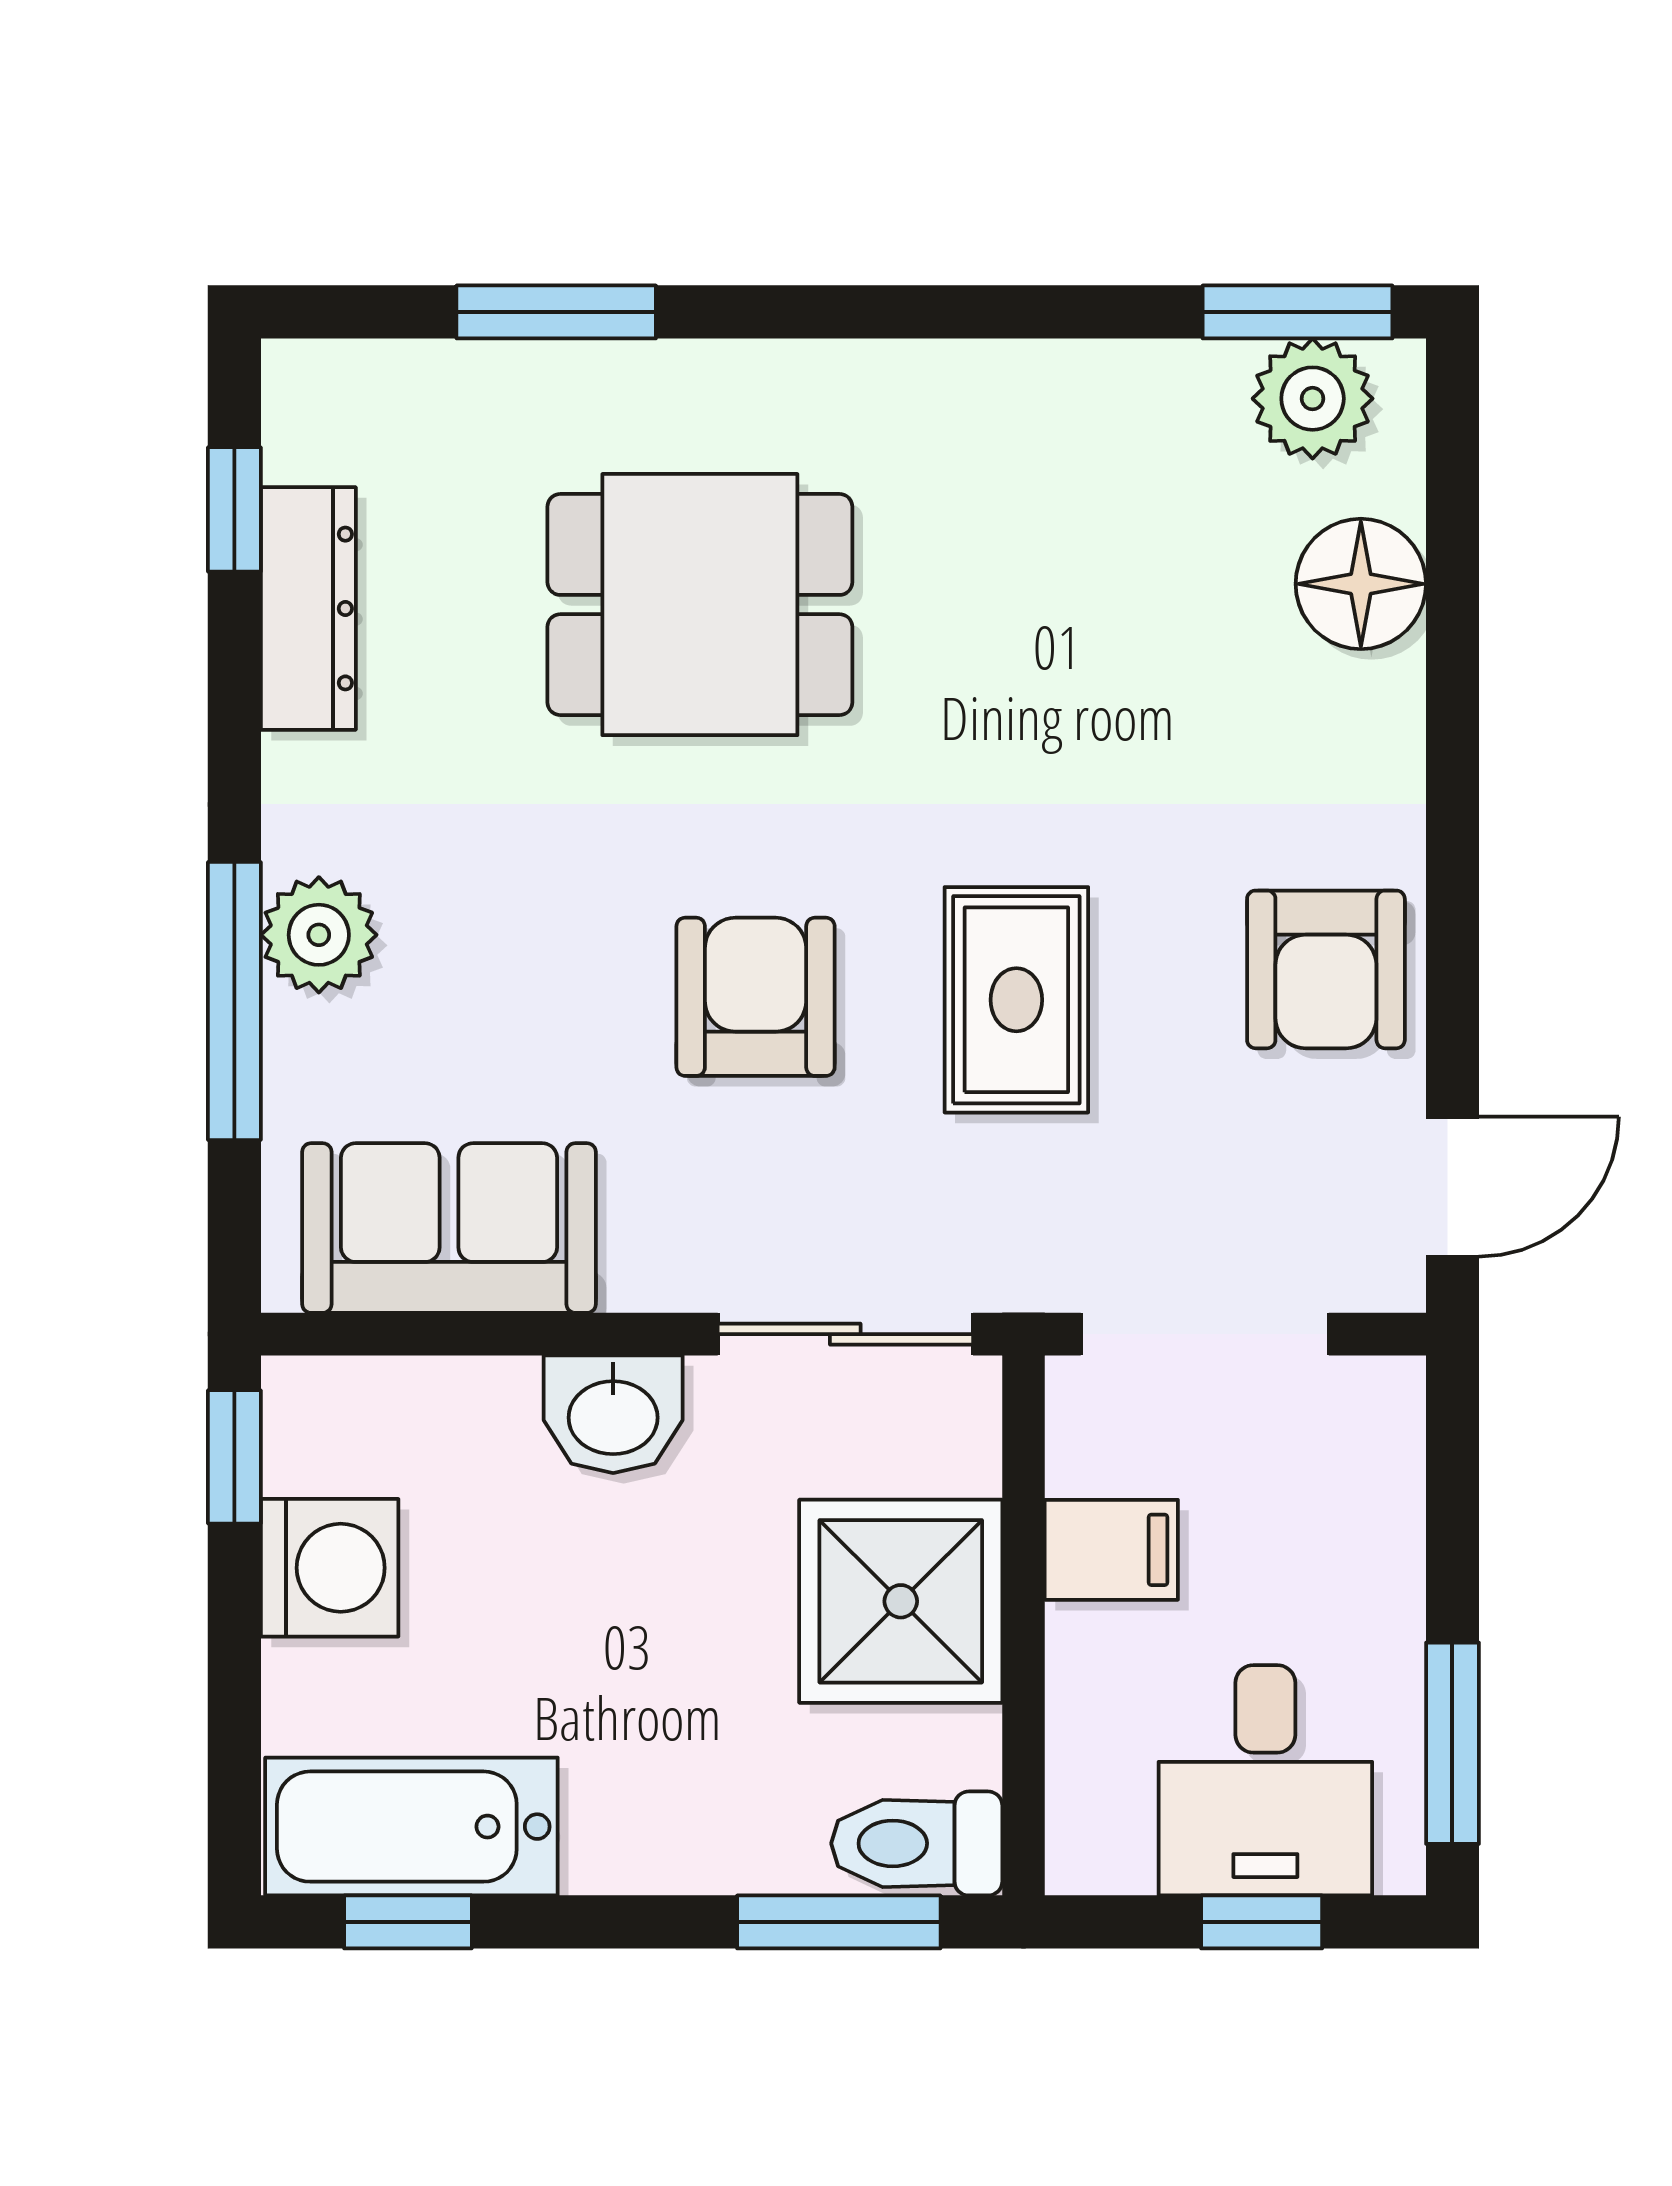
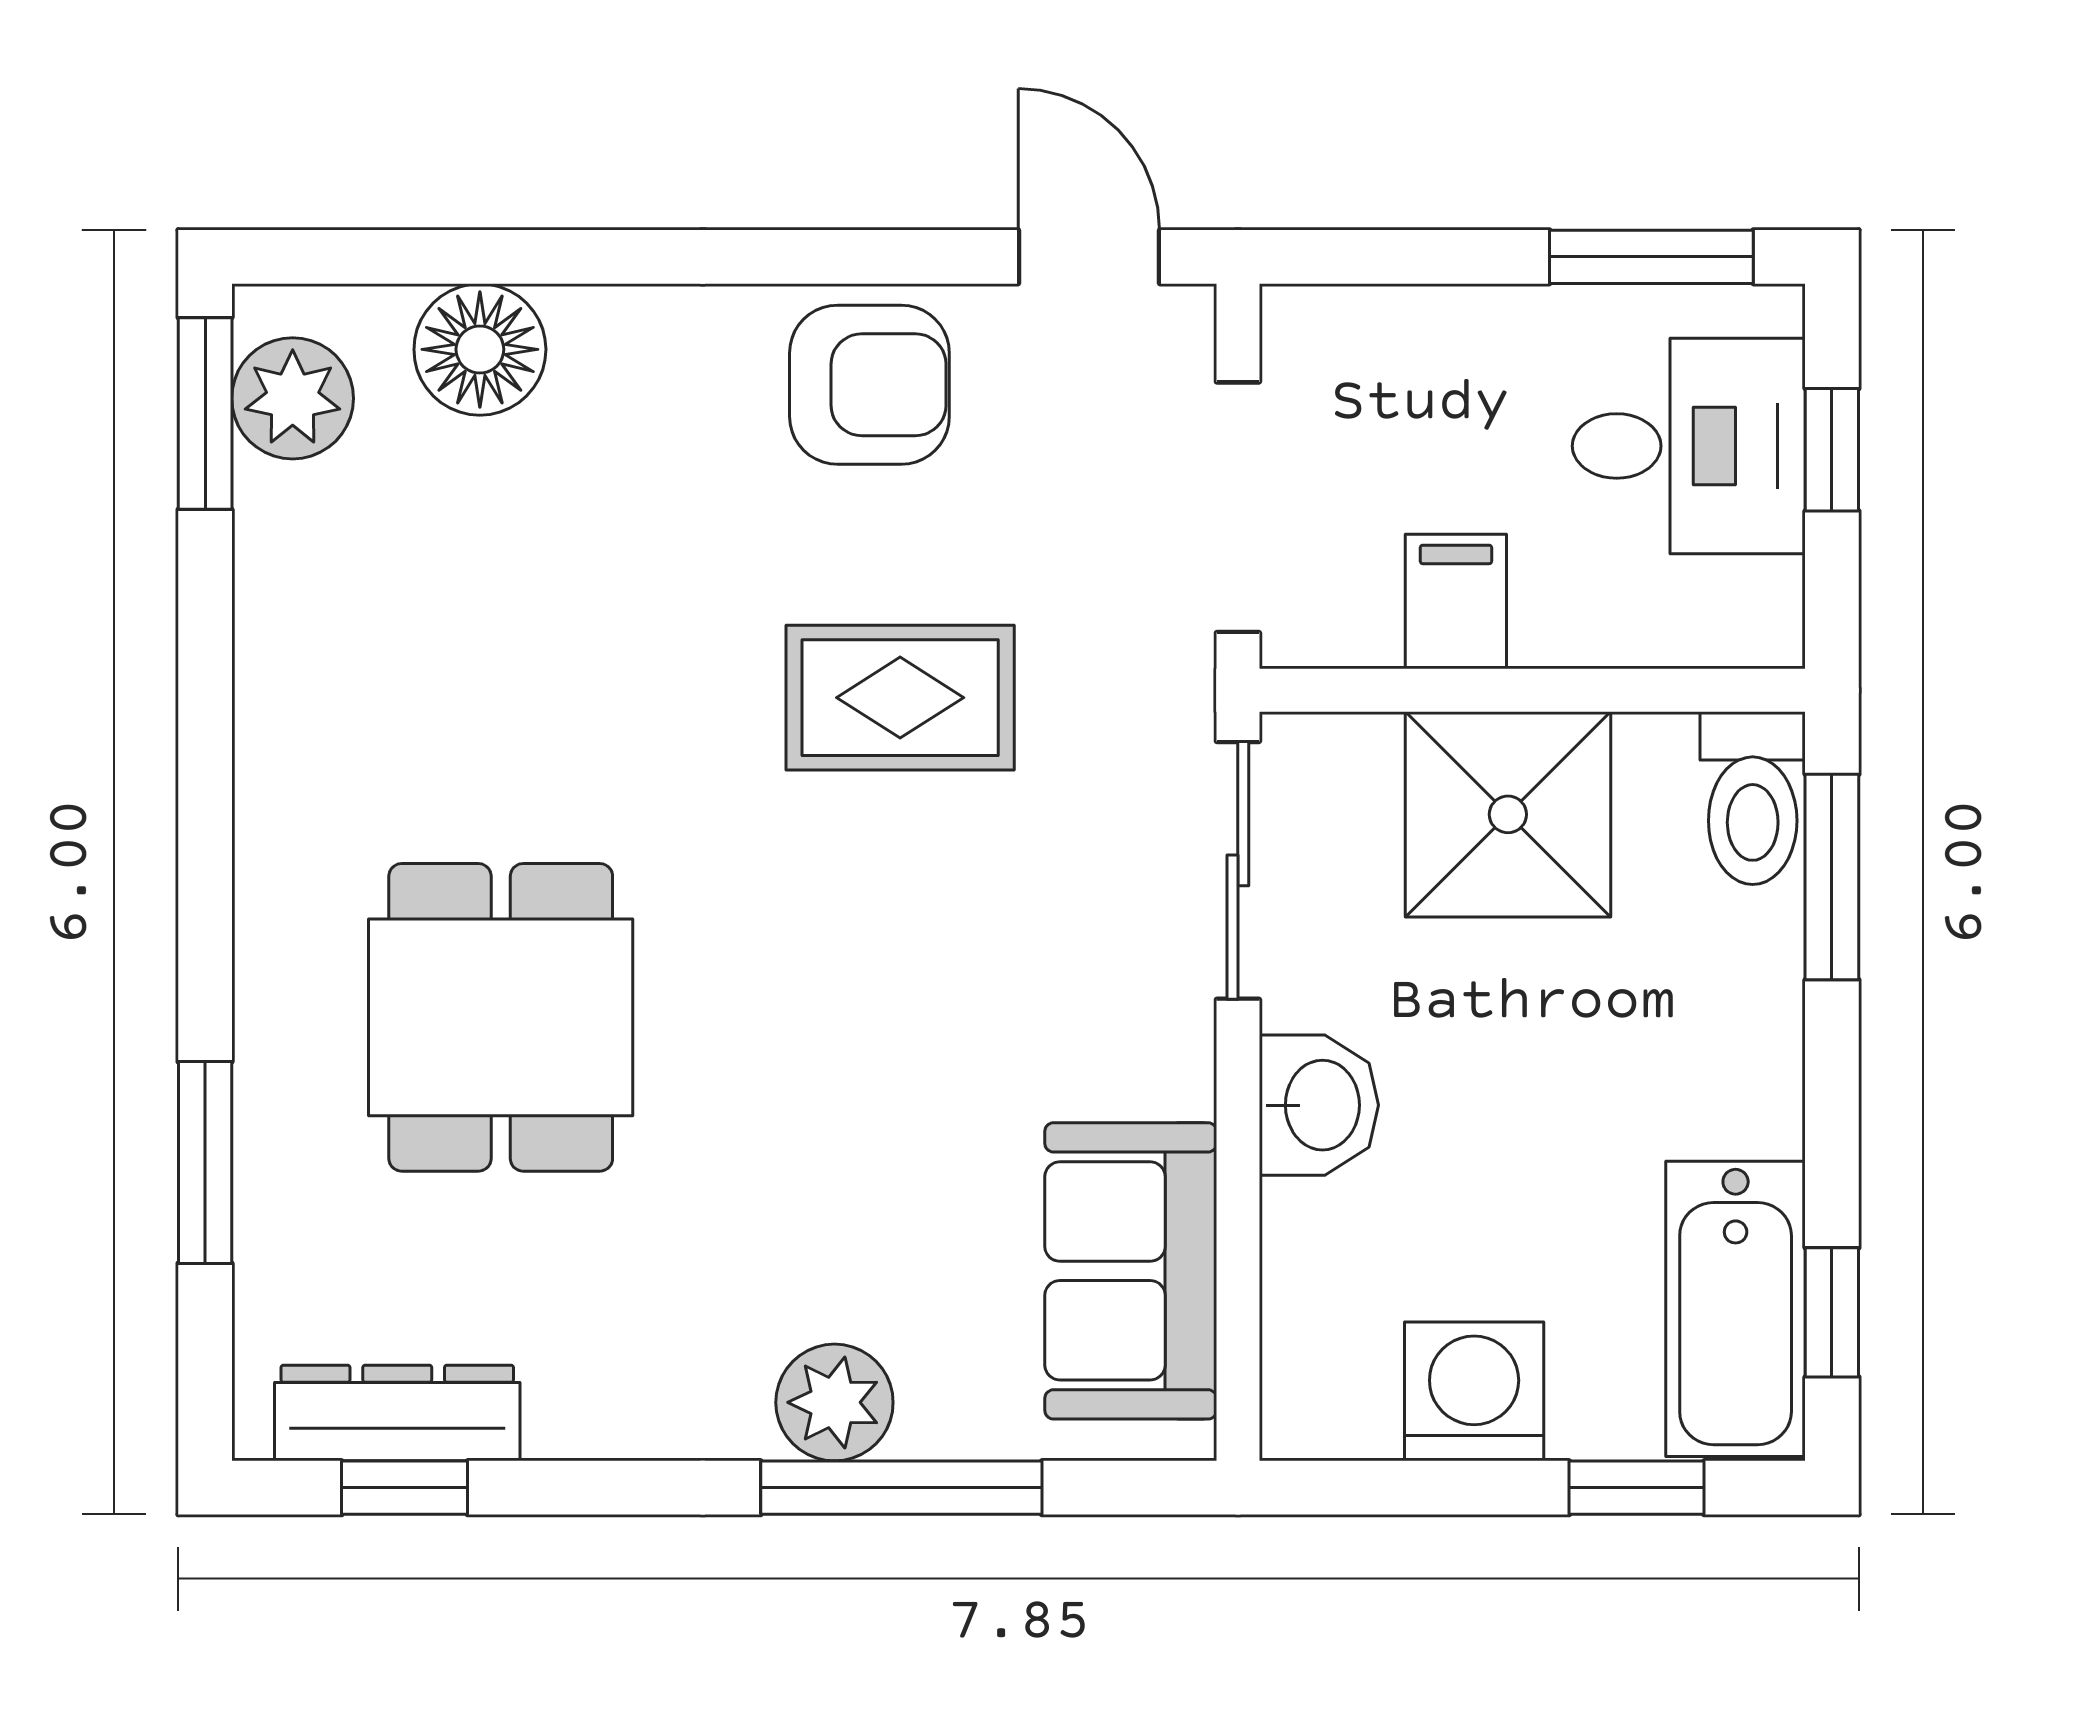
dresser: (308, 609) -> (397, 1413), moved
armchair: (756, 997) -> (897, 961), removed
window: (234, 1457) -> (1637, 1488), moved

